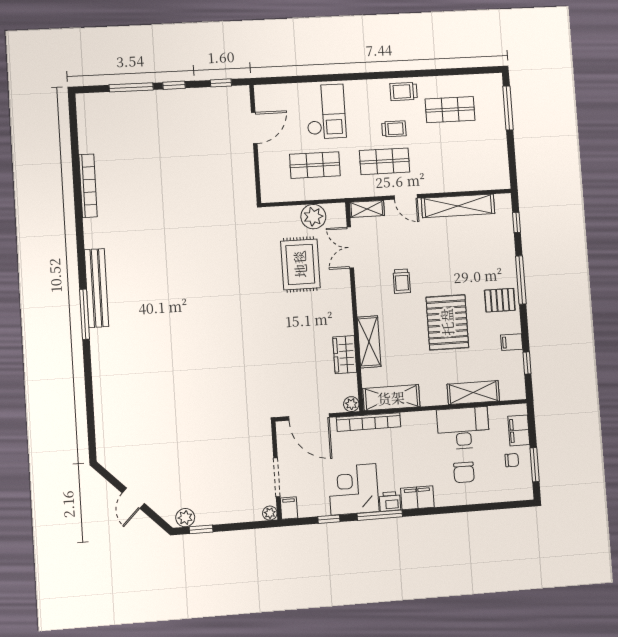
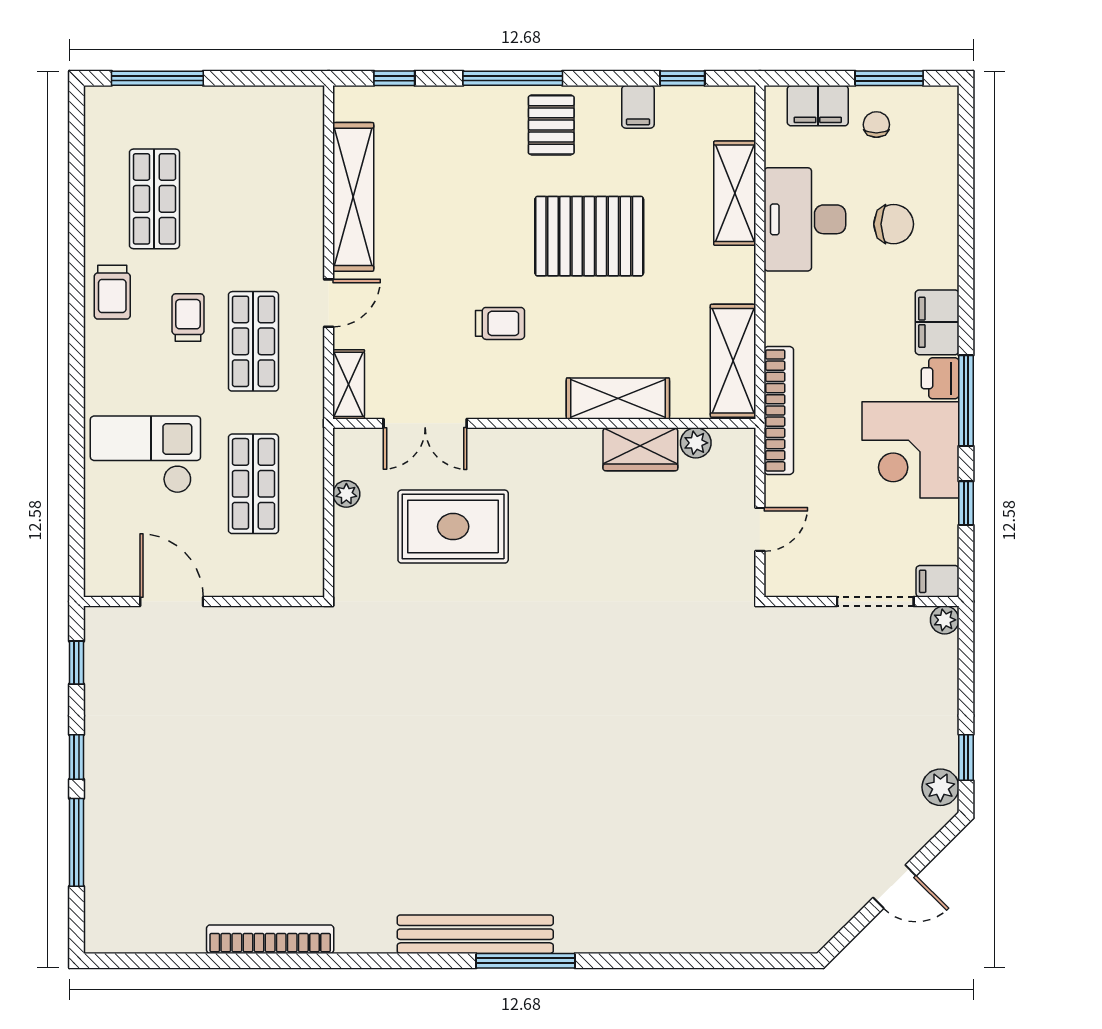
plant: (313, 217) -> (346, 494), width x0.53, depth x0.53
plant: (351, 404) -> (696, 443), moved
door: (309, 417) -> (760, 529), width x0.53

